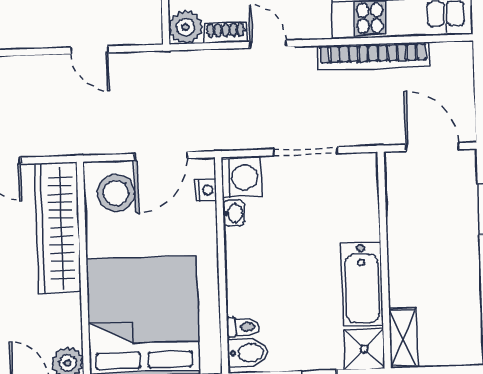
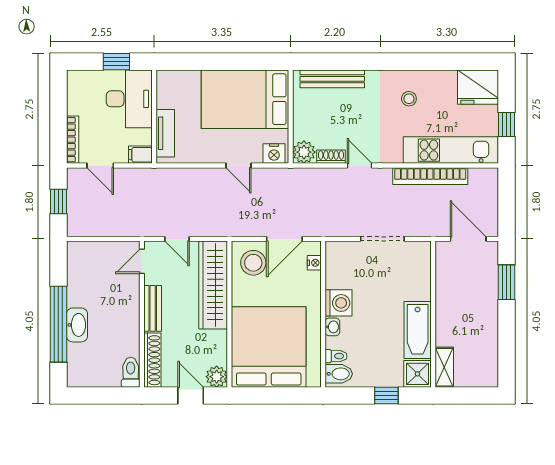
nightstand: (141, 31) -> (274, 153), added
washing machine: (242, 177) -> (338, 303), moved
washbasin: (234, 213) -> (332, 327), moved

